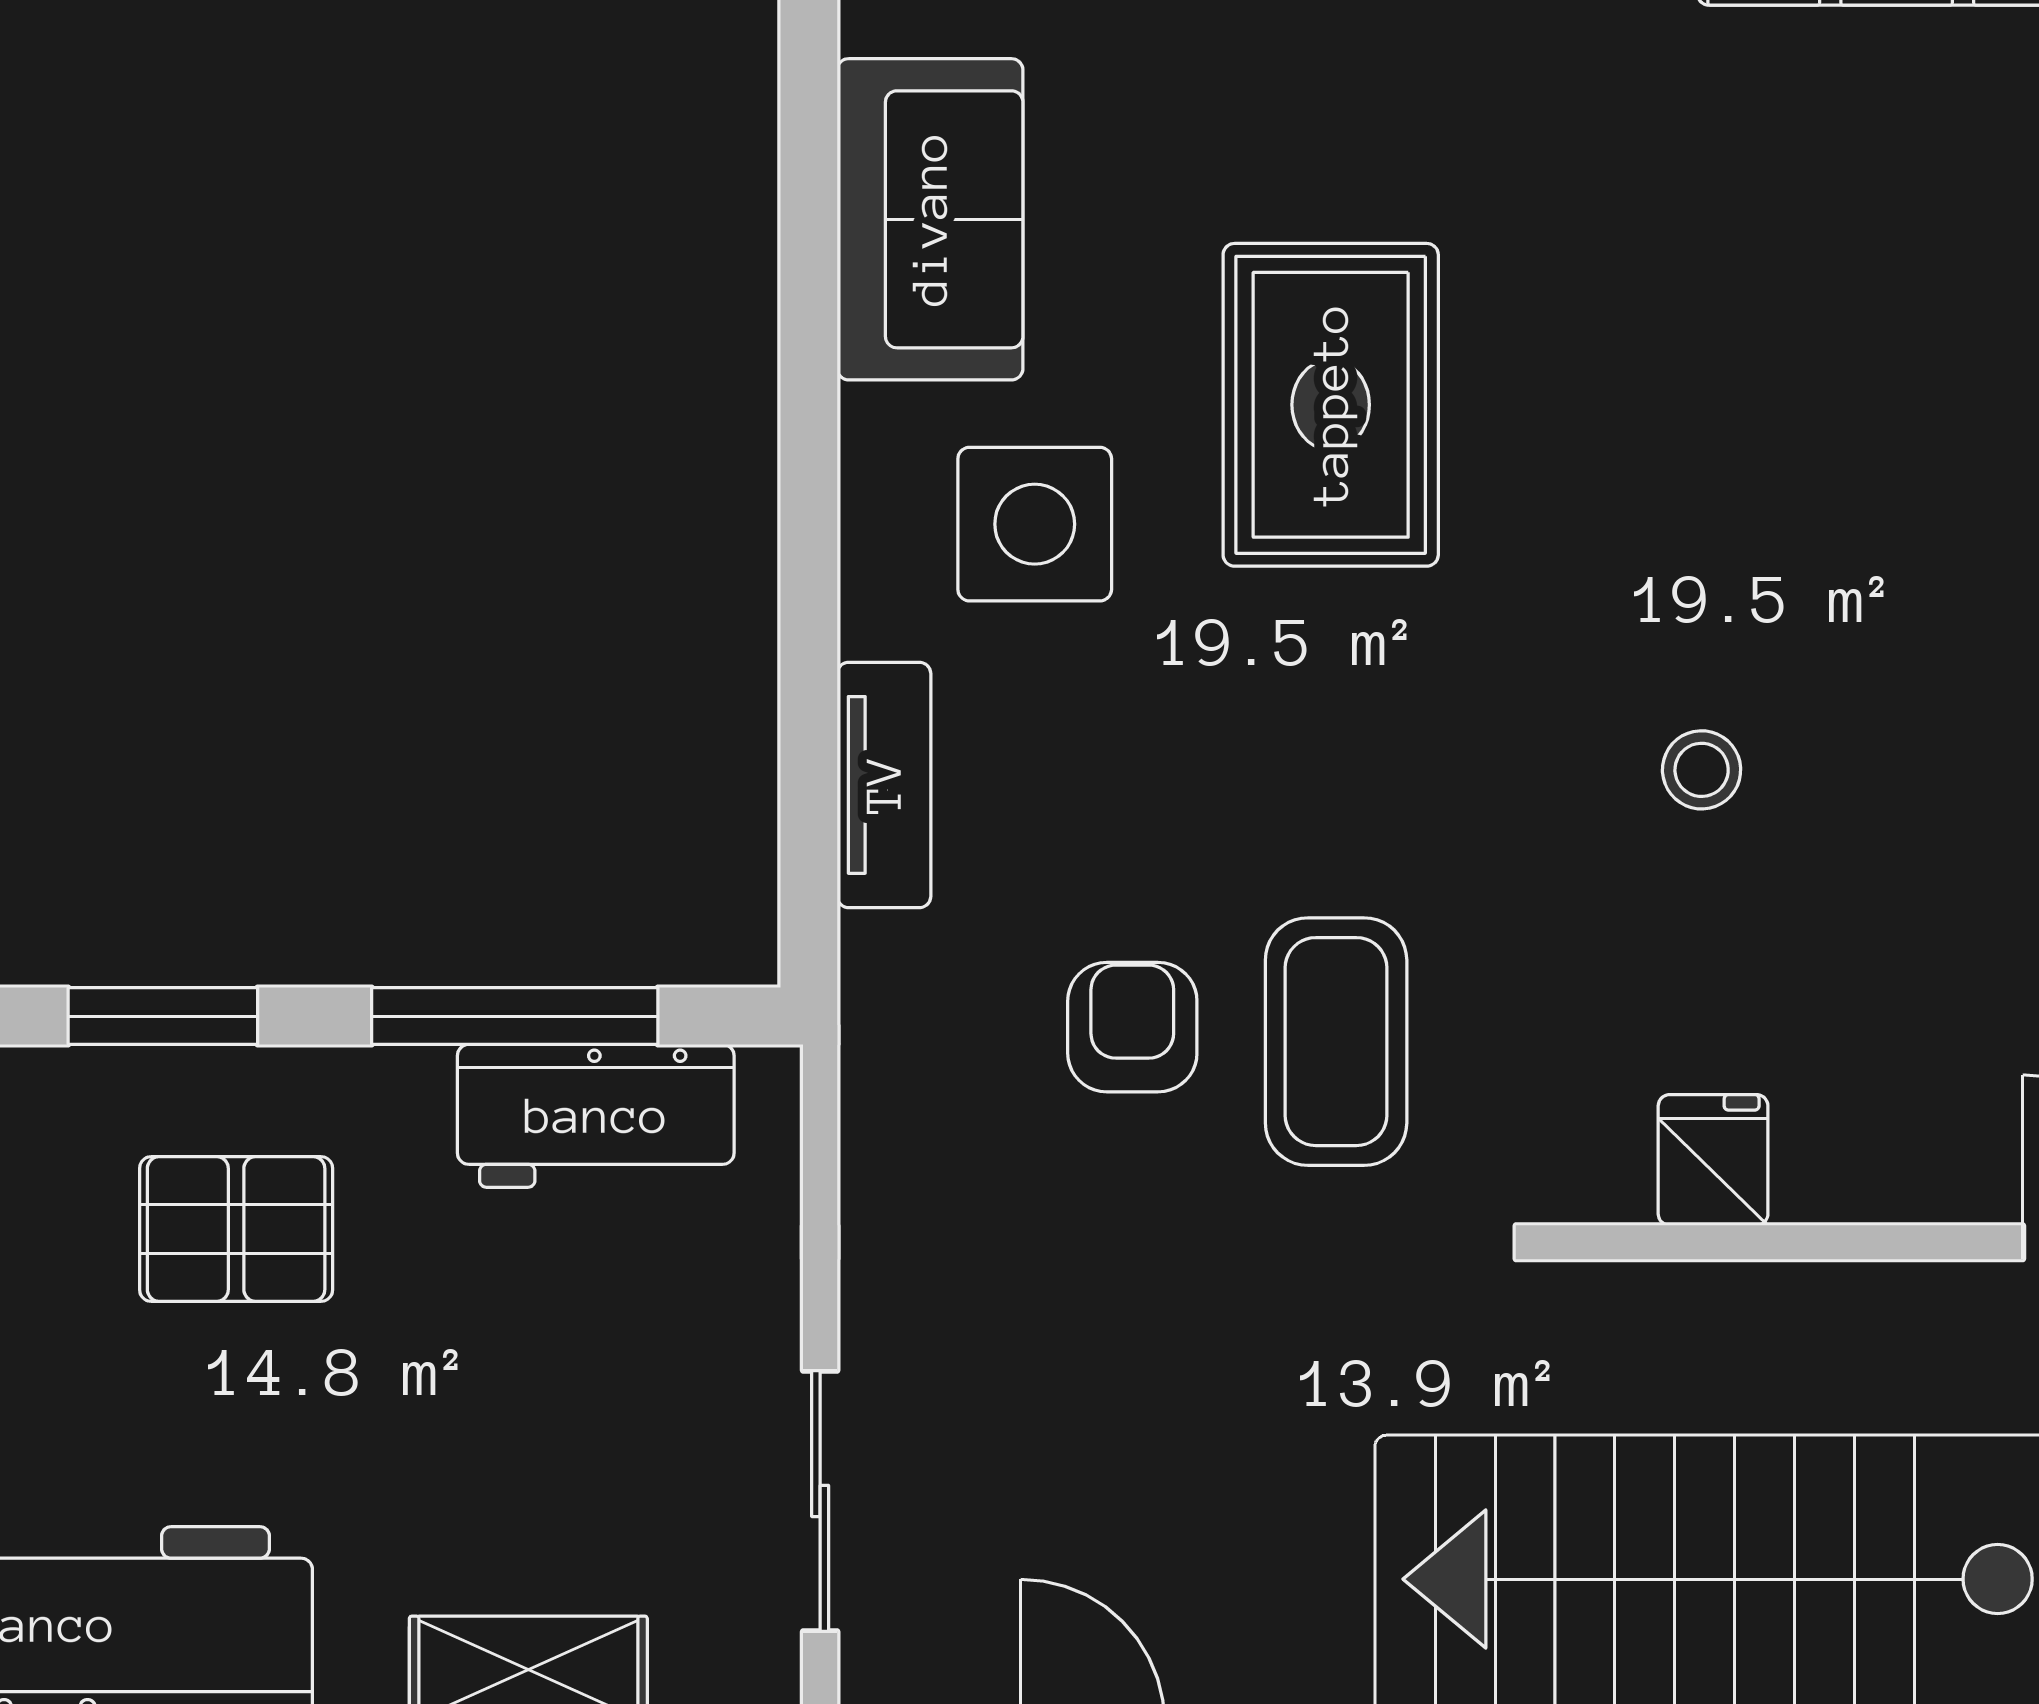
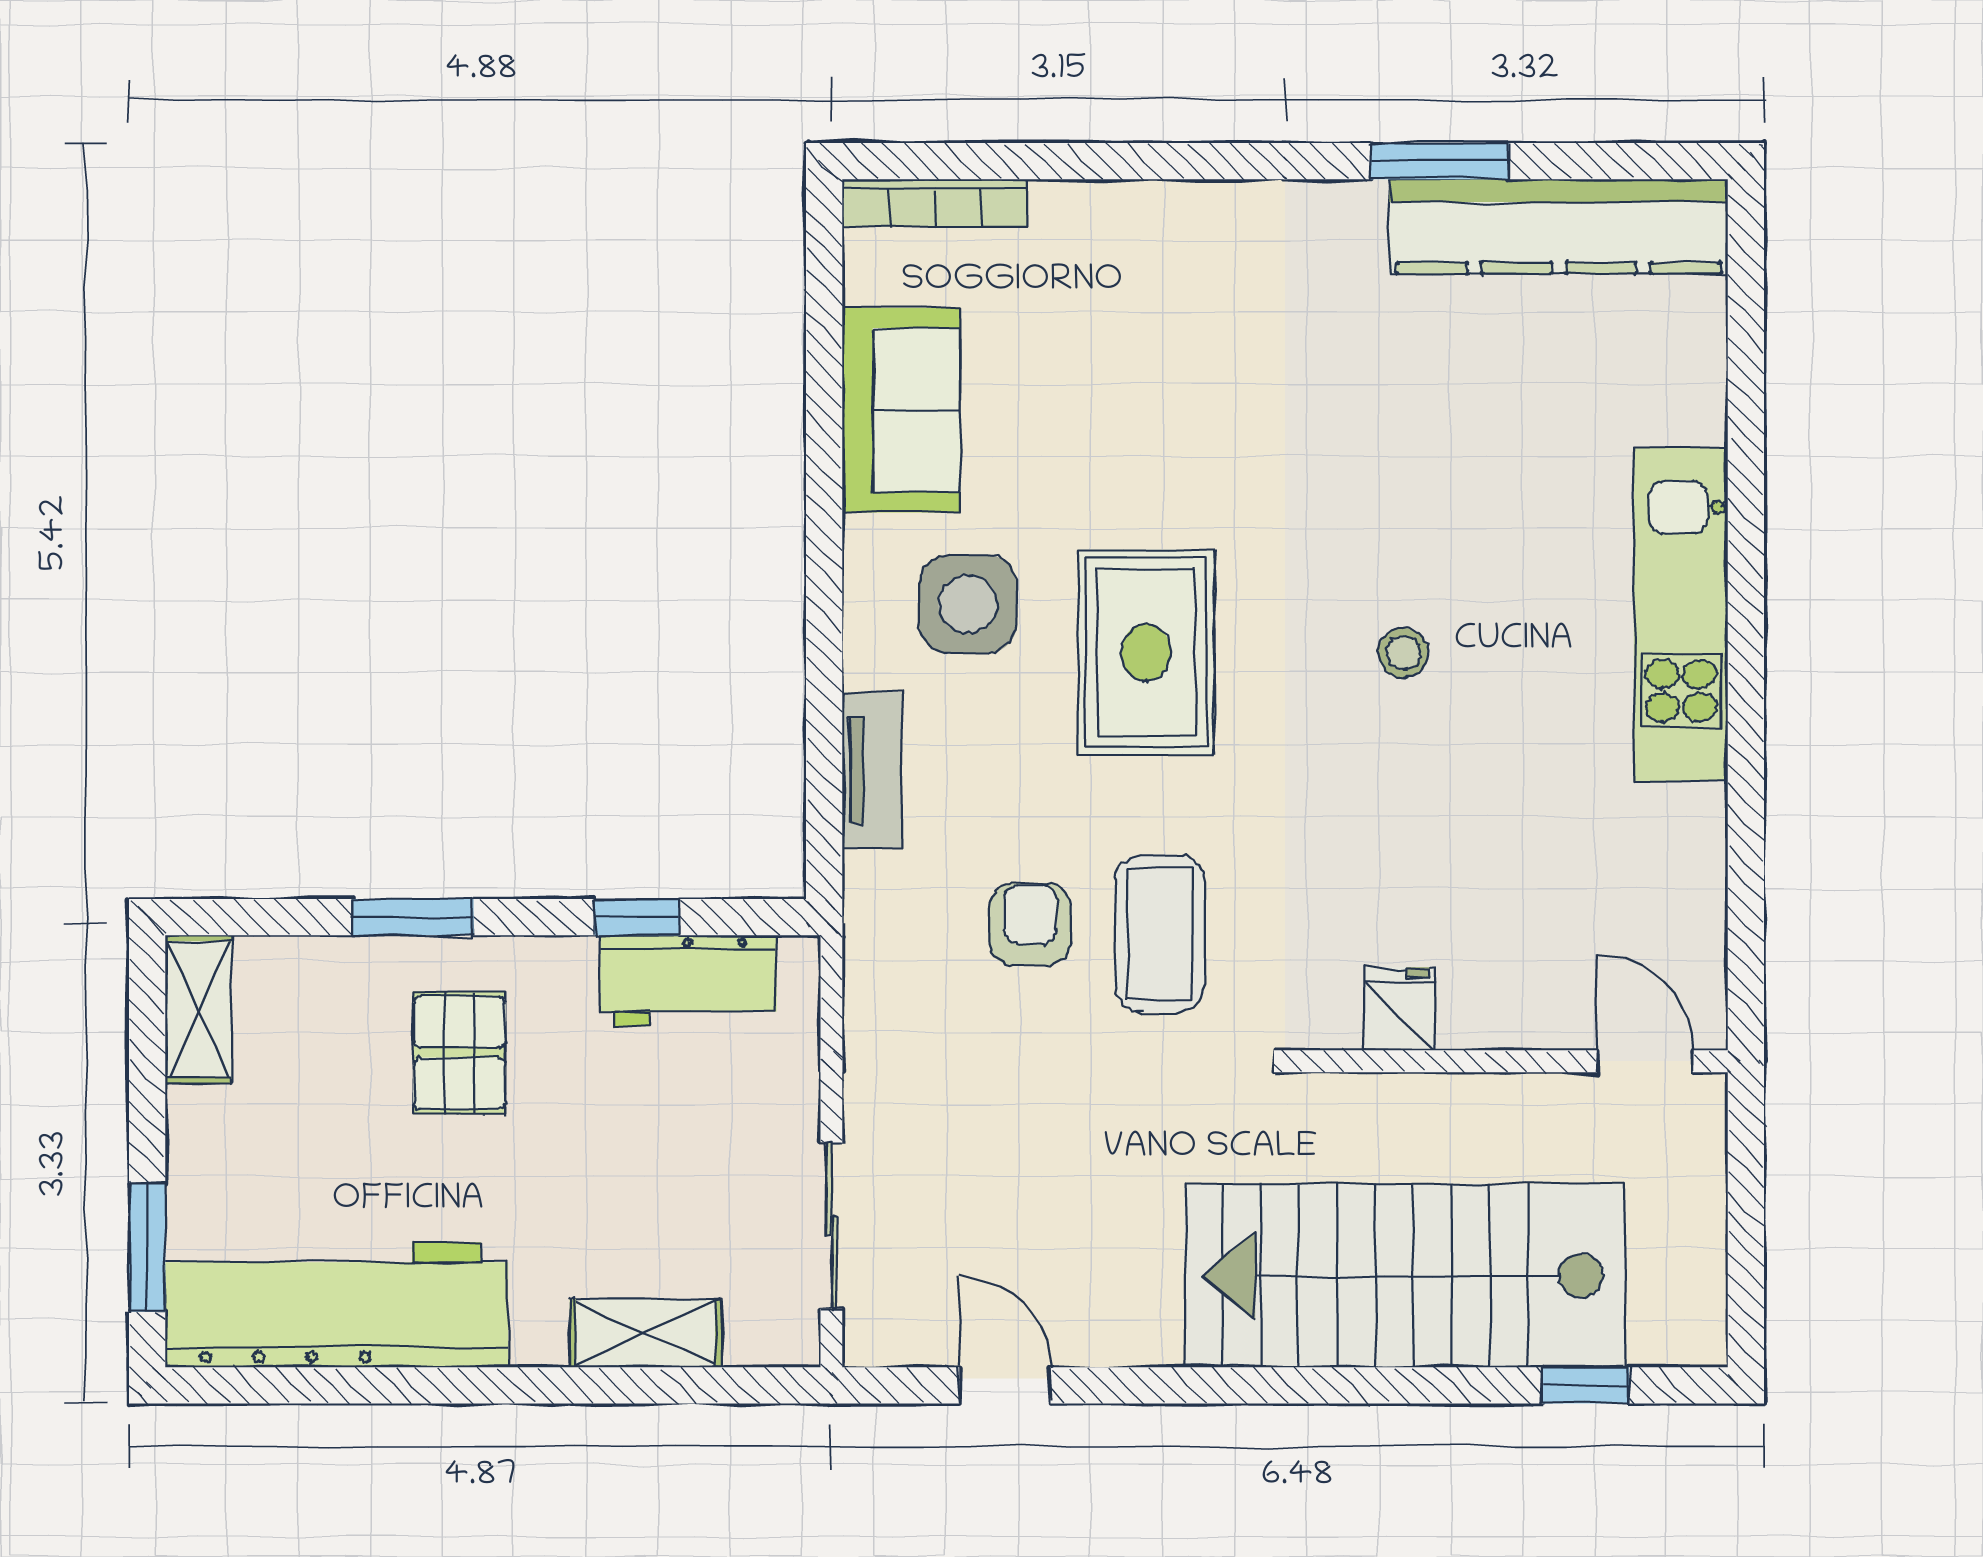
rug: (1331, 405) -> (1146, 652), moved
stool: (1702, 770) -> (1403, 653), moved
window: (515, 1016) -> (637, 917), width x0.46
pallet: (236, 1229) -> (460, 1053), turned 90

